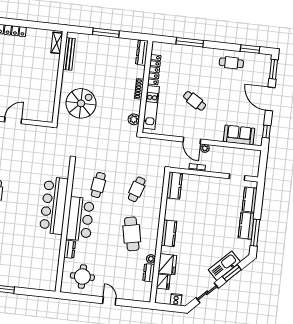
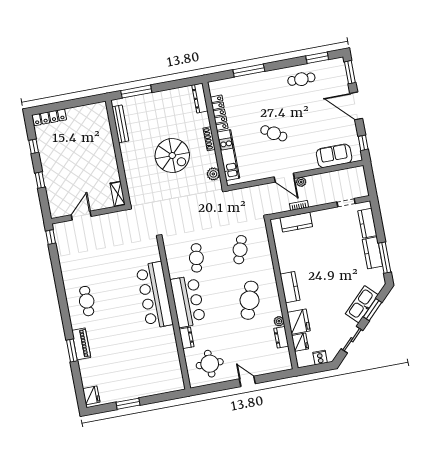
window: (106, 33) -> (136, 92), moved
shelving: (57, 43) -> (118, 194), moved
spiral stairs: (81, 103) -> (172, 155), moved, turned 90
kitchen counter: (174, 185) -> (296, 222), moved, turned 90
cafe table: (132, 234) -> (250, 300), turned 30

